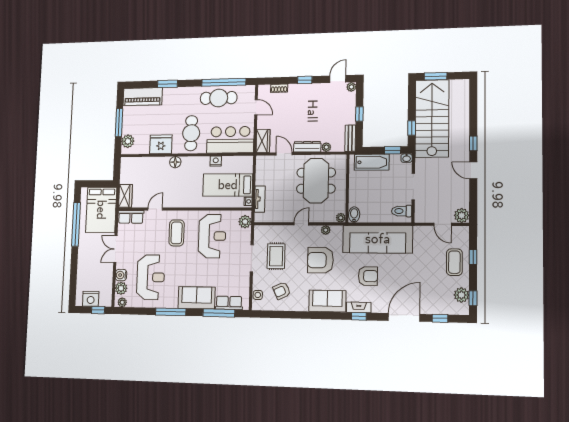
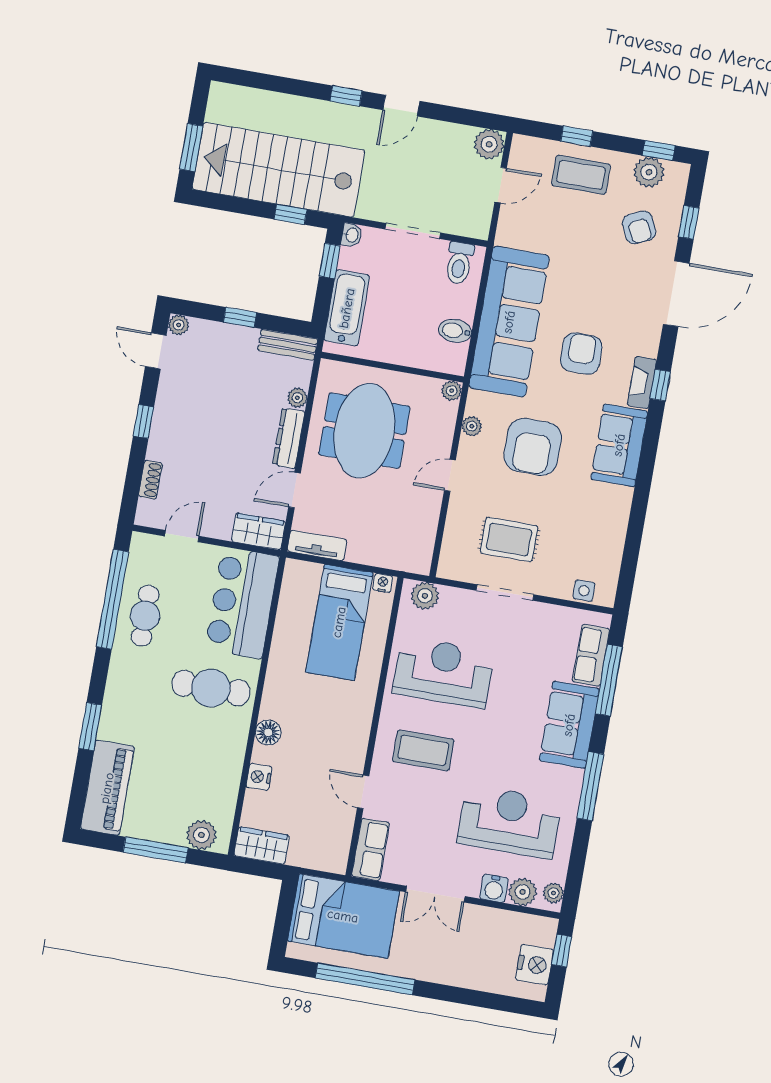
cafe table: (219, 98) -> (145, 616), width x0.73, depth x0.74
fridge: (161, 144) -> (223, 760), removed
nightstand: (216, 161) -> (259, 777), moved
meeting table: (316, 181) -> (364, 431), turned 90
wardrobe: (125, 196) -> (262, 846), moved
tv unit: (260, 199) -> (317, 545), moved
bidet: (354, 215) -> (455, 331), moved
door: (301, 224) -> (450, 475), hinge flipped
armchair: (282, 291) -> (639, 227), moved
door: (404, 317) -> (676, 294), swing flipped

